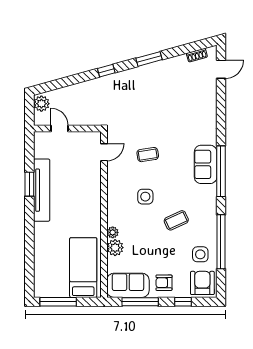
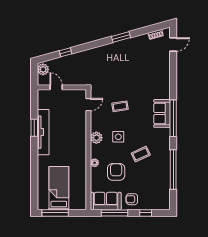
window: (106, 71) -> (66, 52), moved
plant: (115, 248) -> (96, 138), moved
side table: (200, 254) -> (158, 179), removed
bed: (83, 268) -> (59, 188), moved
armchair: (202, 283) -> (116, 172), moved

